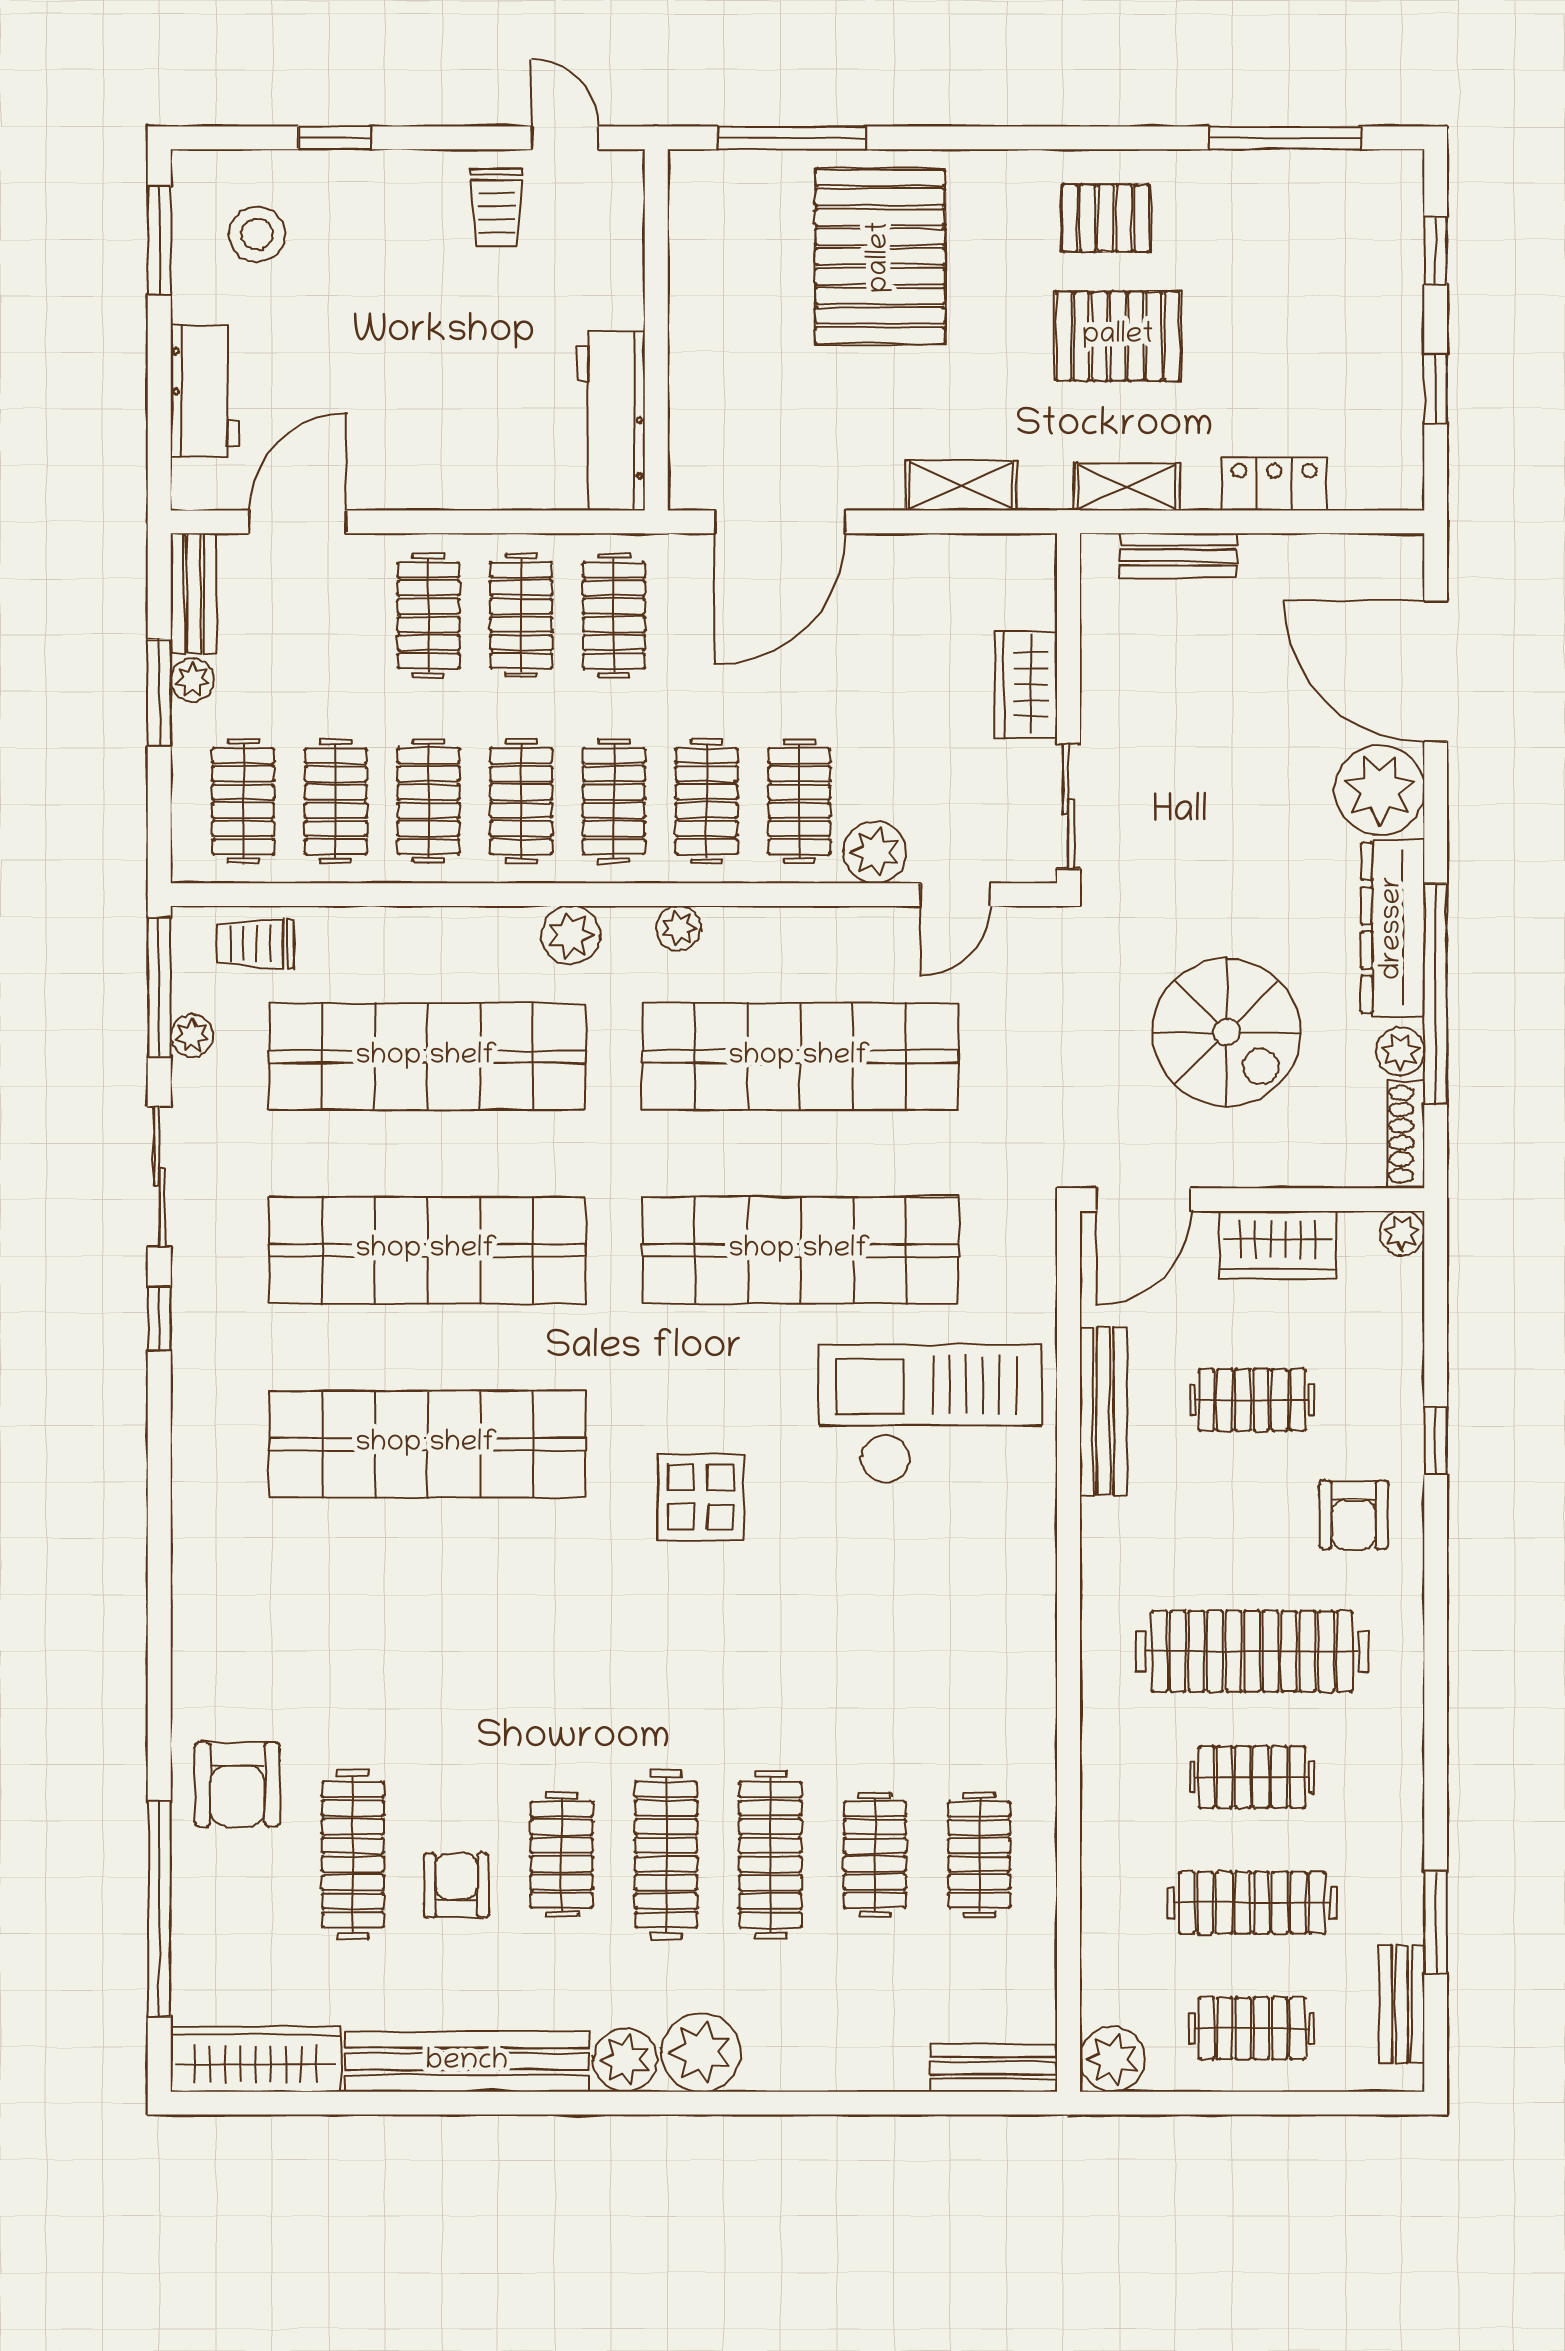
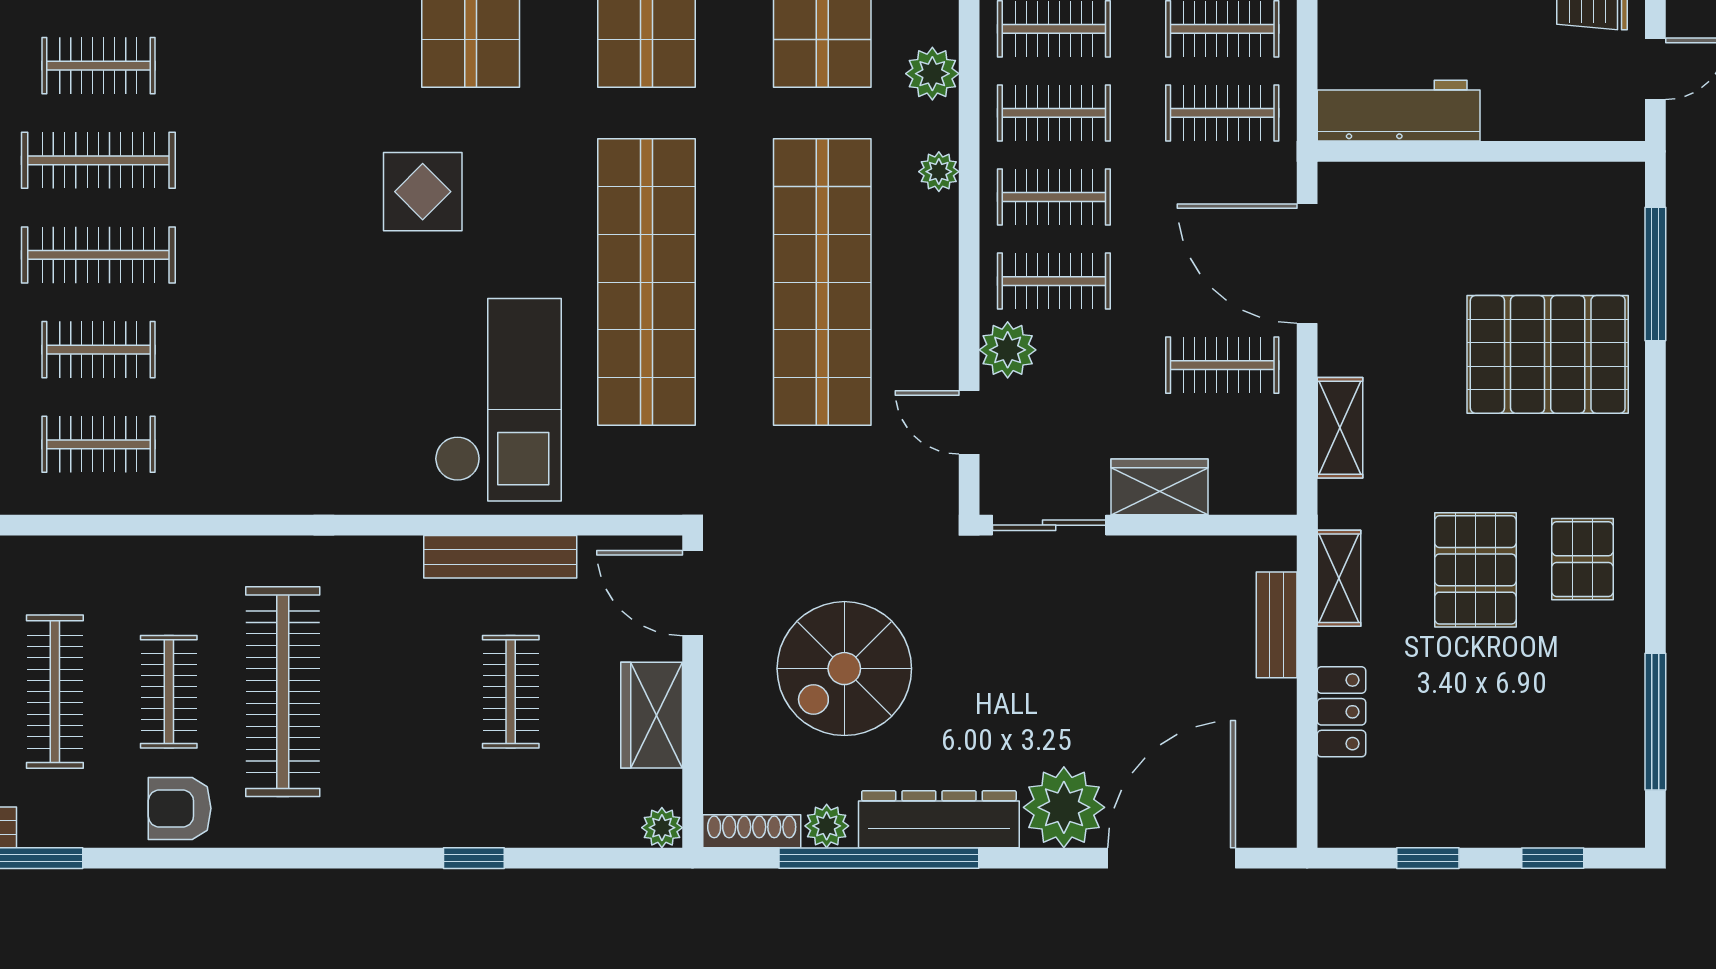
clothes rail: (892, 615) -> (1222, 365), added
armchair: (1353, 1515) -> (180, 808), moved

